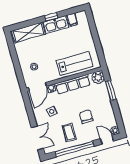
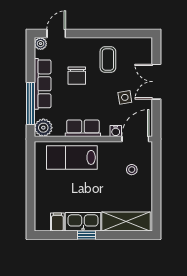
row of seats: (73, 84) -> (83, 128), width x0.68
window: (111, 90) -> (30, 104), width x1.44
row of seats: (106, 105) -> (43, 84), added
double door: (37, 138) -> (156, 82), moved
door: (107, 140) -> (56, 34), swing flipped
window: (74, 149) -> (107, 34), removed

